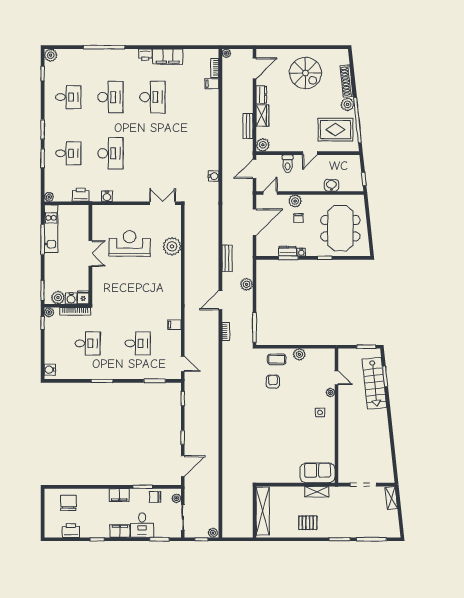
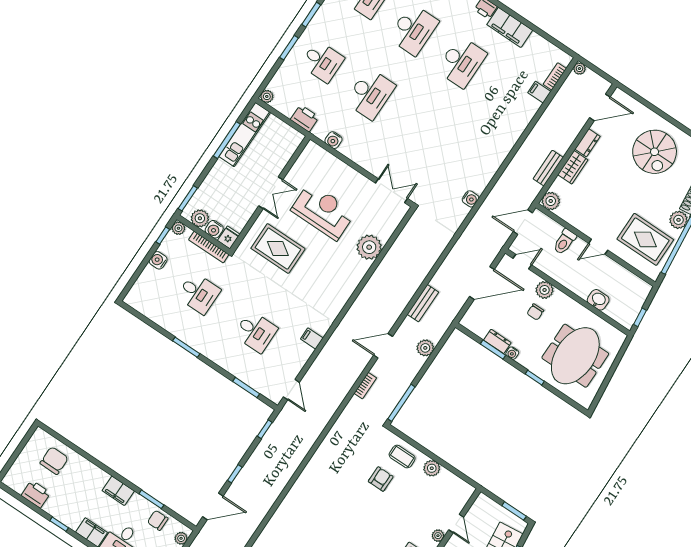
rug: (117, 284) -> (278, 249), added
water cooler: (50, 370) -> (158, 260), moved

